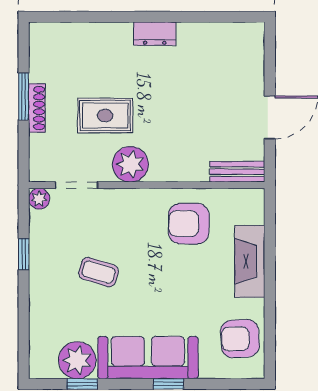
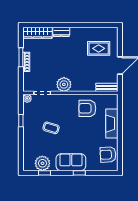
dresser: (155, 34) -> (61, 32), moved
wardrobe: (65, 36) -> (38, 33), added
rug: (105, 115) -> (99, 48), moved
sofa: (148, 358) -> (71, 162), width x0.73

